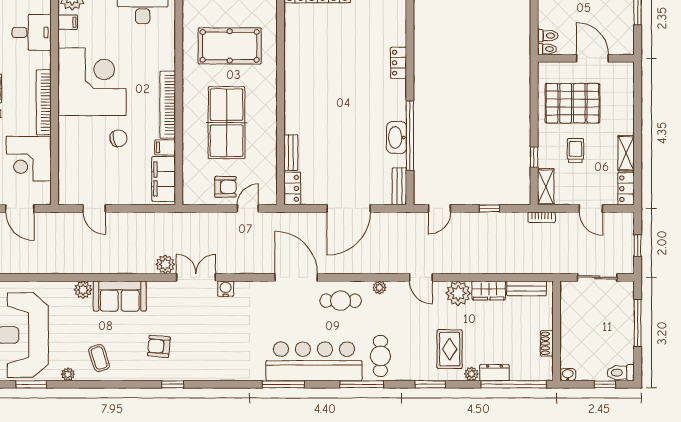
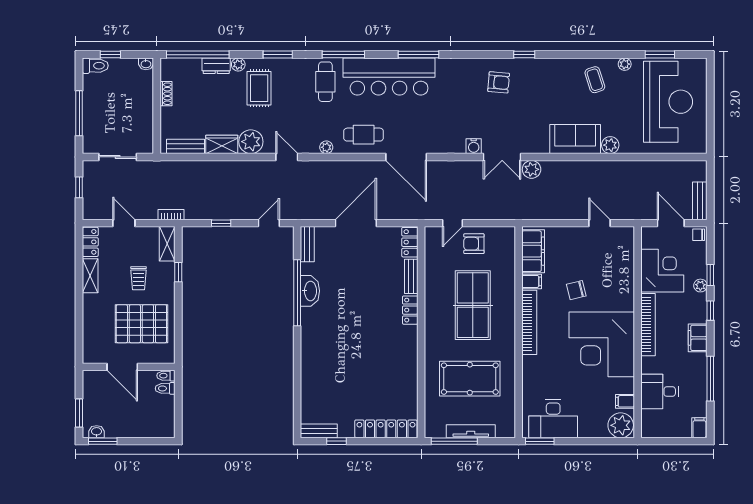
locker: (399, 63) -> (410, 310), moved, turned 180
armchair: (159, 346) -> (499, 82), moved

